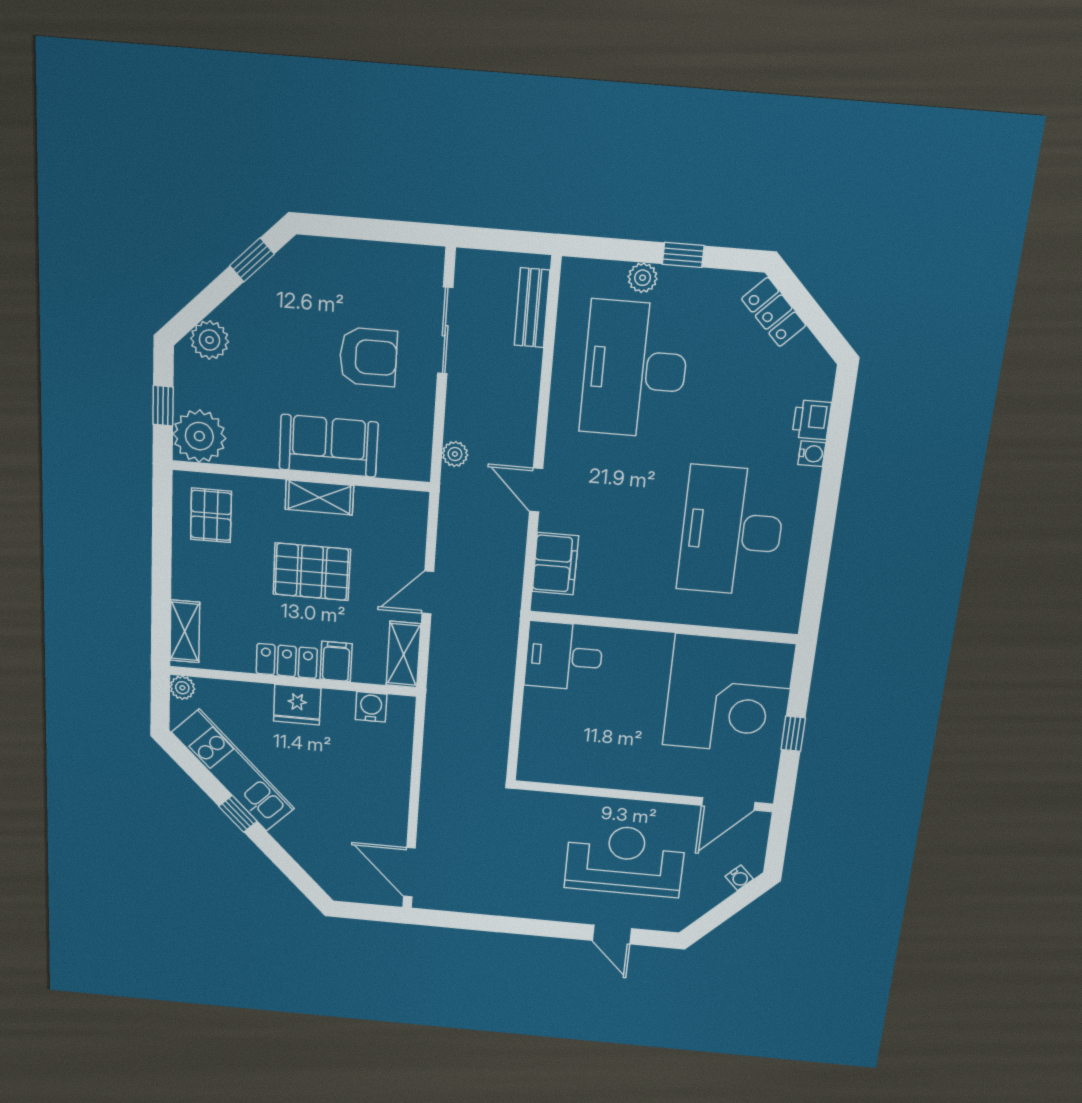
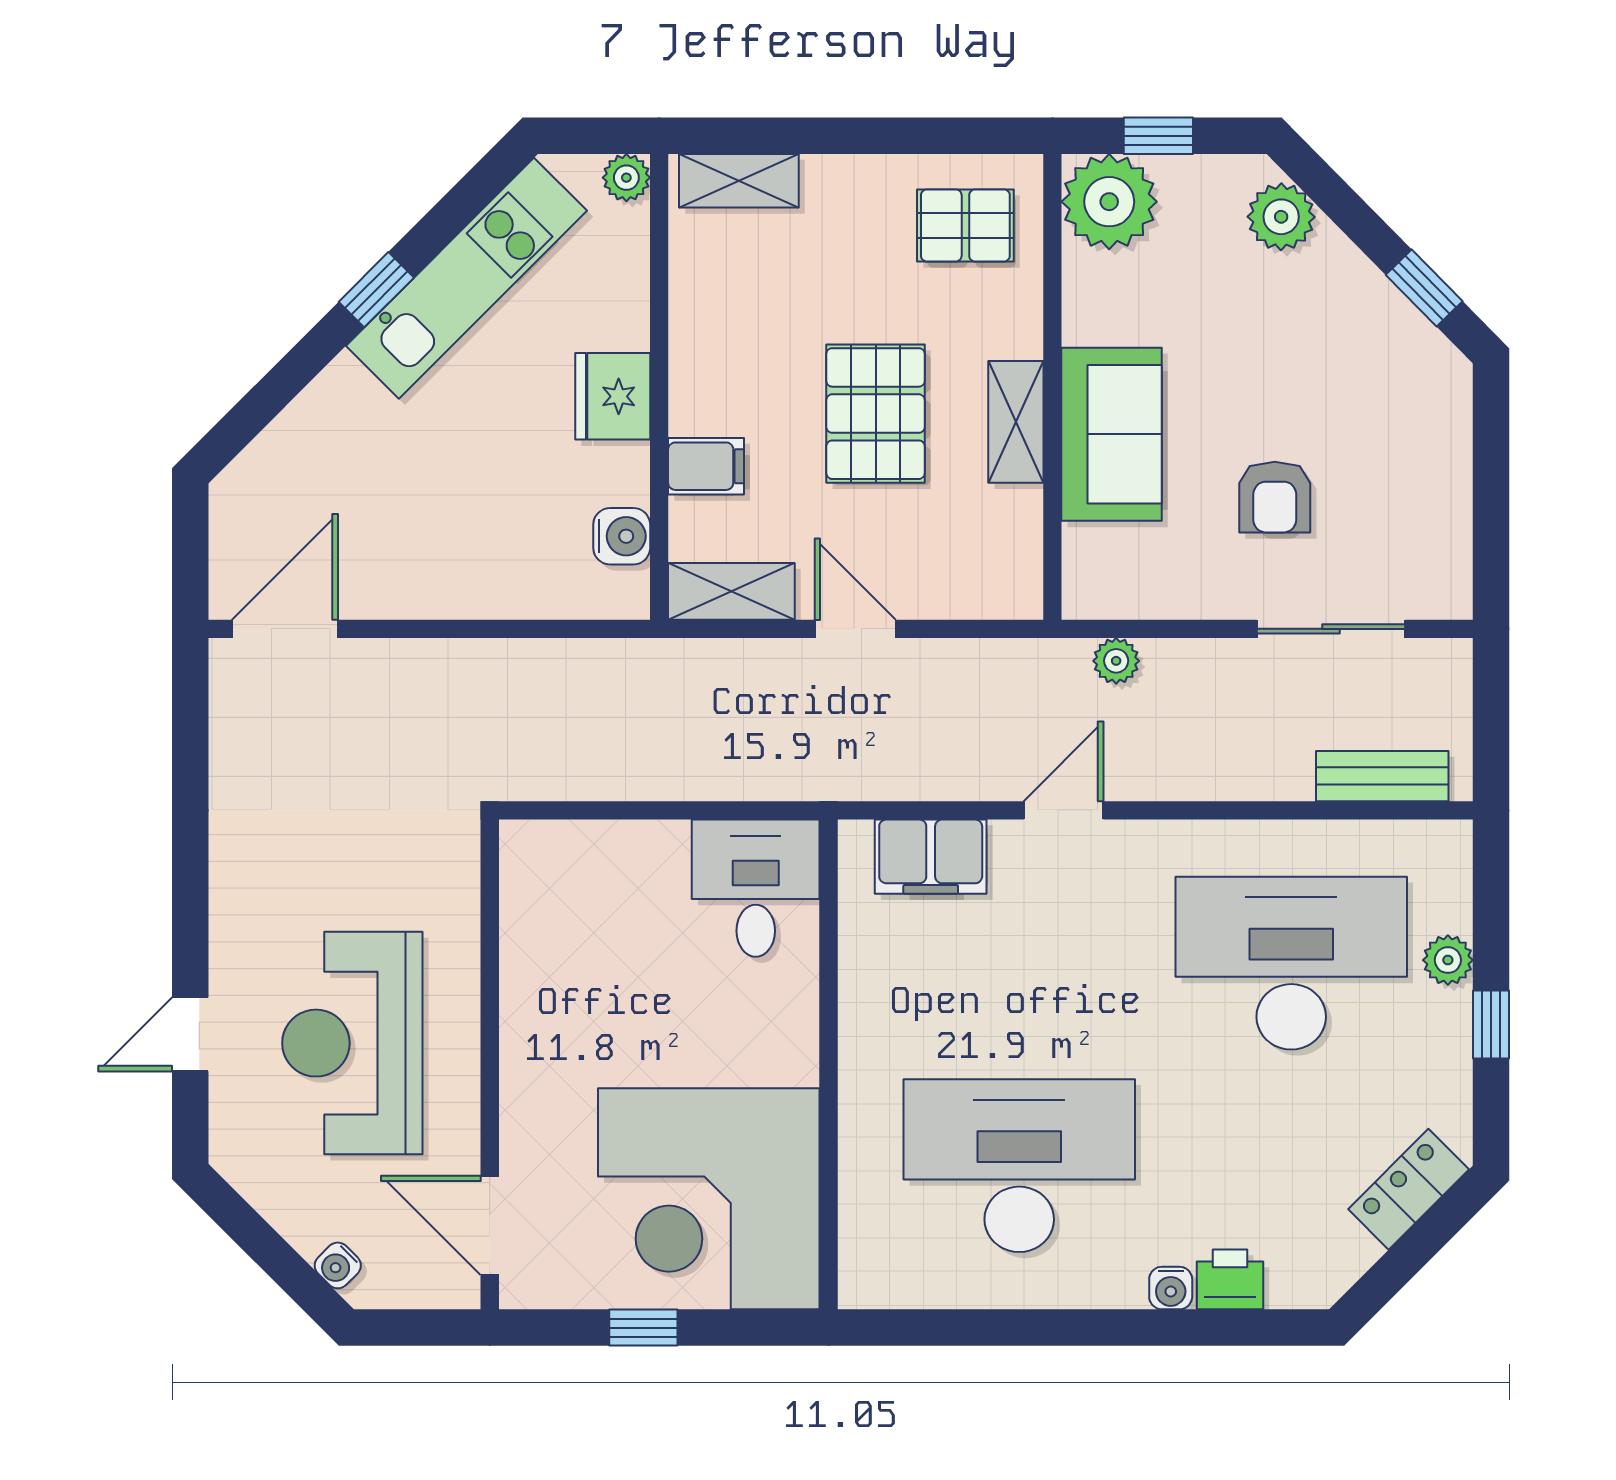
armchair: (368, 357) -> (1275, 497), width x0.72, depth x0.72
locker: (287, 661) -> (698, 374), removed
reception desk: (625, 860) -> (352, 1043), turned 180

